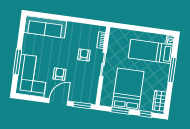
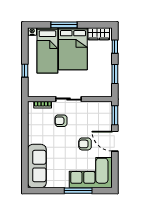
window: (135, 28) -> (25, 71), added
bed: (128, 89) -> (73, 49), moved, turned -90

